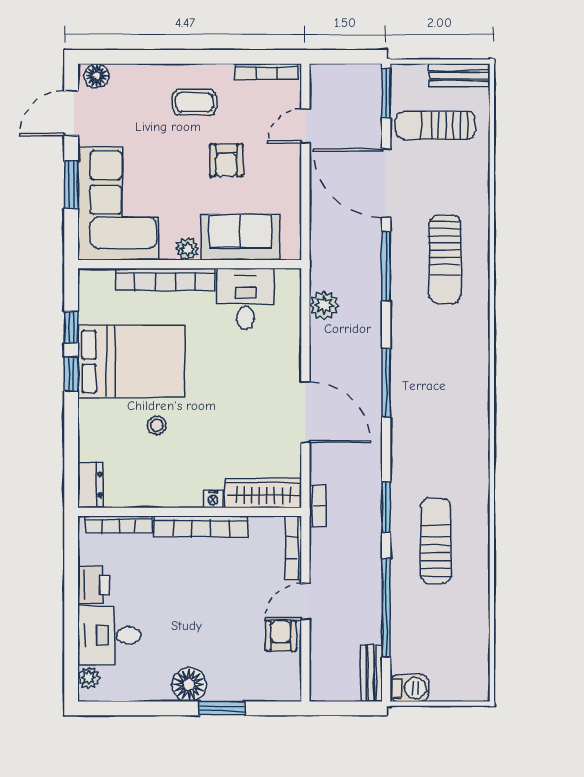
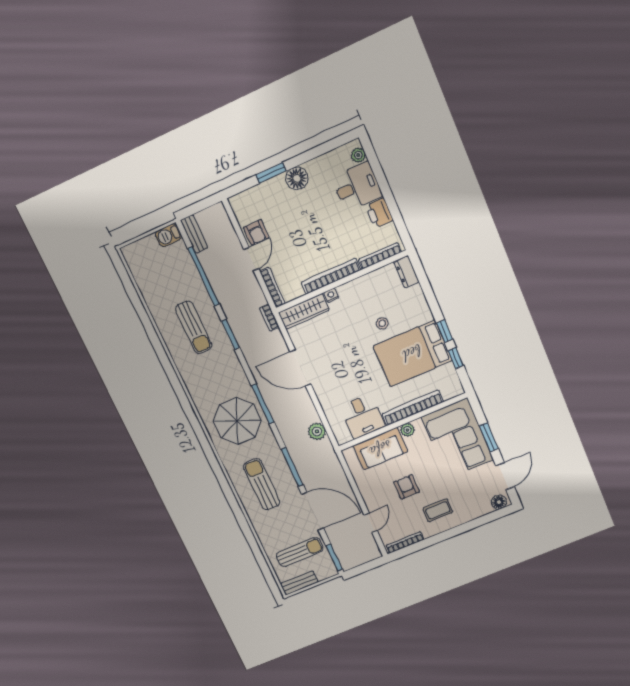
parasol: (437, 373) -> (237, 421), added

